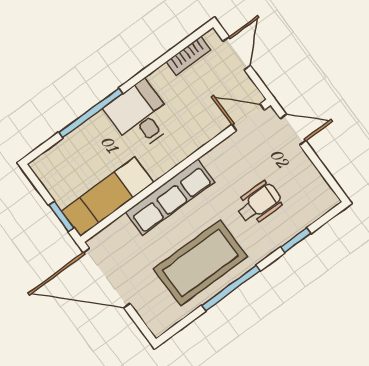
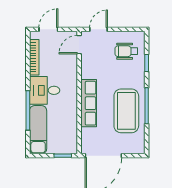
door: (237, 53) -> (48, 29), hinge flipped
bookcase: (189, 56) -> (34, 57), width x1.56
exam couch: (108, 197) -> (38, 130), moved, turned 180
wheelchair: (259, 203) -> (126, 51), moved, turned -90

